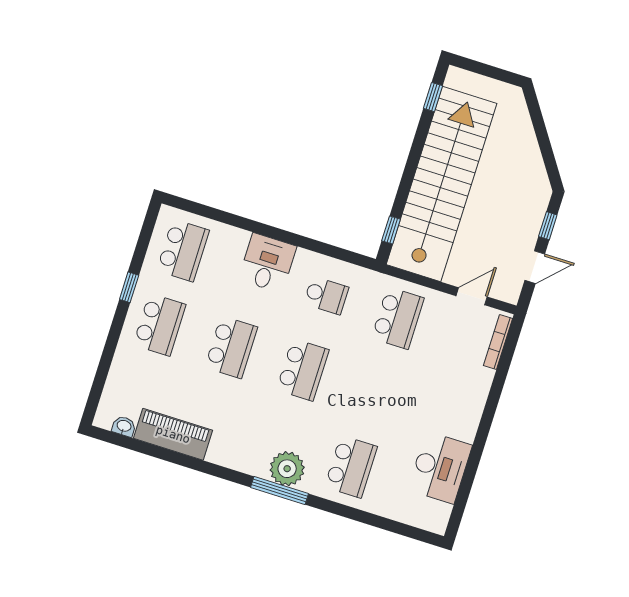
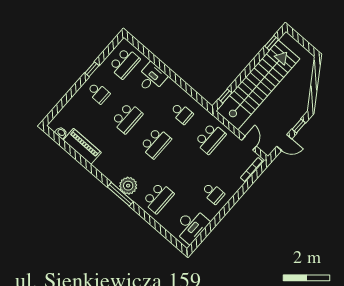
desk: (267, 263) -> (151, 78), moved
door: (472, 296) -> (249, 143), hinge flipped
school desk: (160, 325) -> (98, 93), width x0.54
school desk: (446, 415) -> (213, 193), added
desk: (440, 468) -> (191, 226), moved

